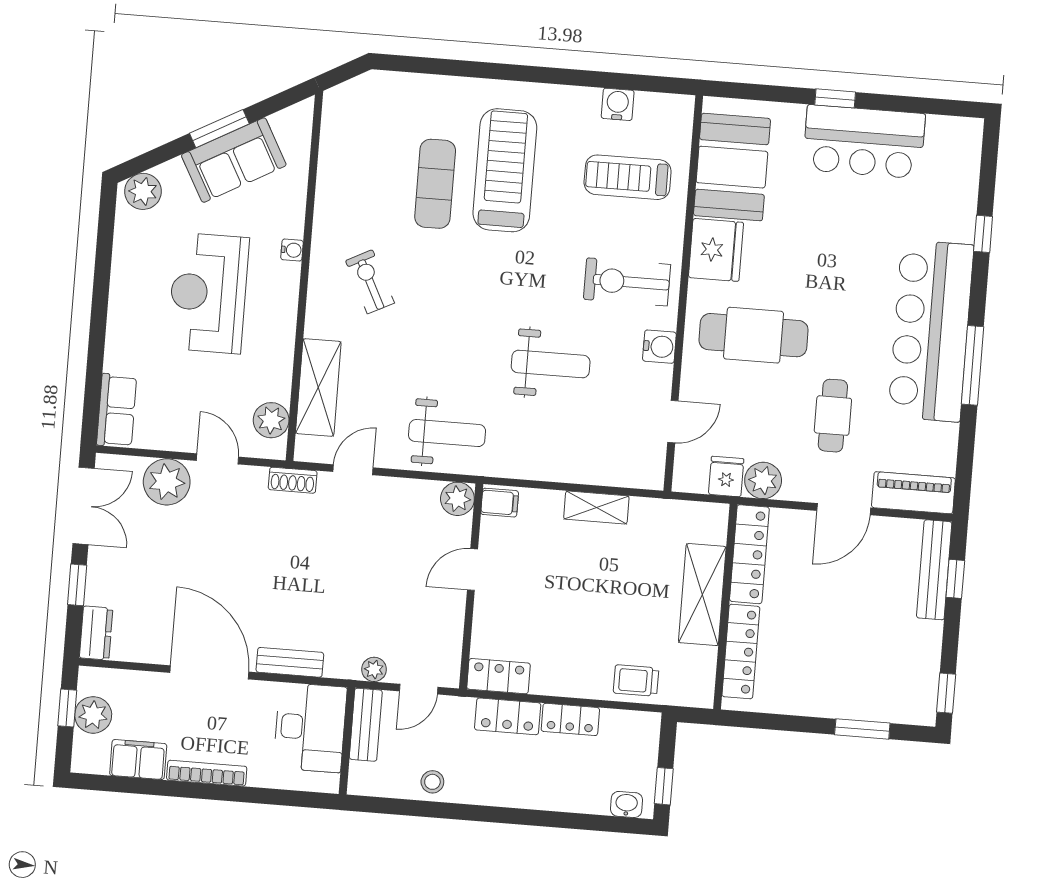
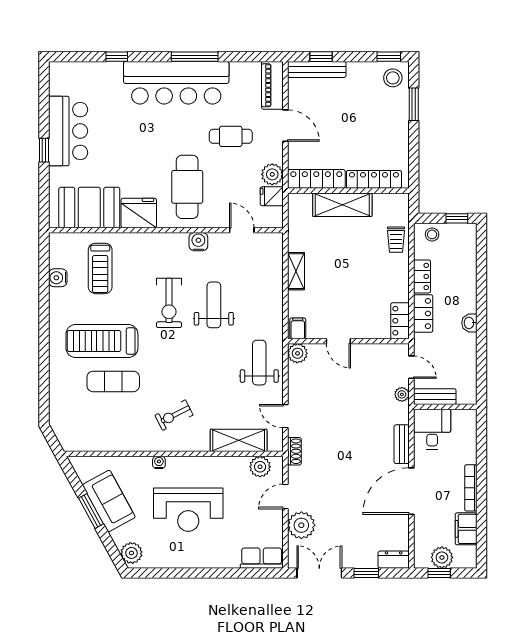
exercise bike: (627, 282) -> (169, 303), moved
stool: (910, 697) -> (393, 78), added
desk: (310, 727) -> (432, 429), width x0.73
stool: (432, 782) -> (432, 234), moved
washbasin: (626, 804) -> (469, 323), moved

